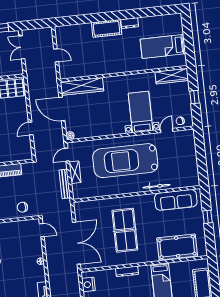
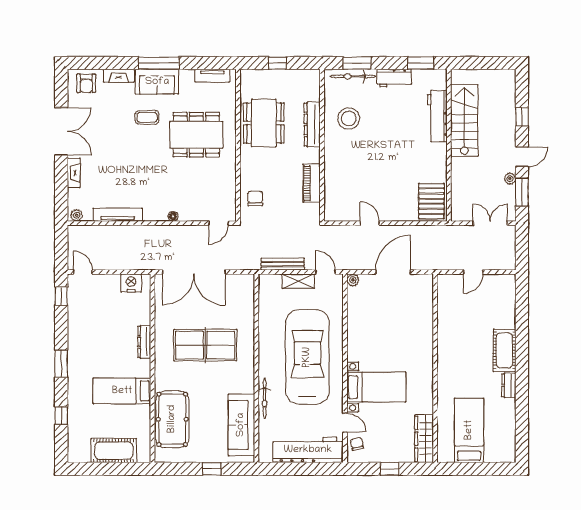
wardrobe: (82, 86) -> (423, 305), removed
workbench: (188, 154) -> (308, 450), added

